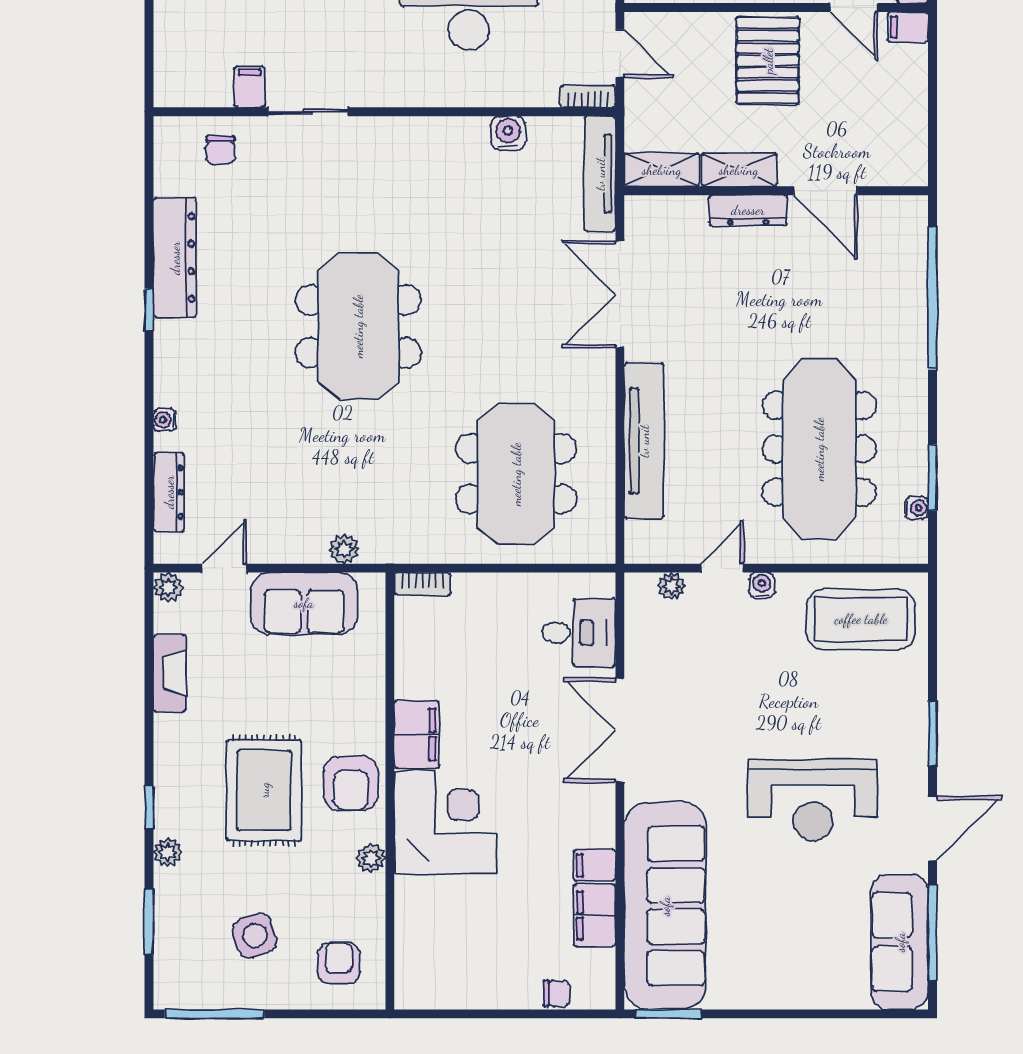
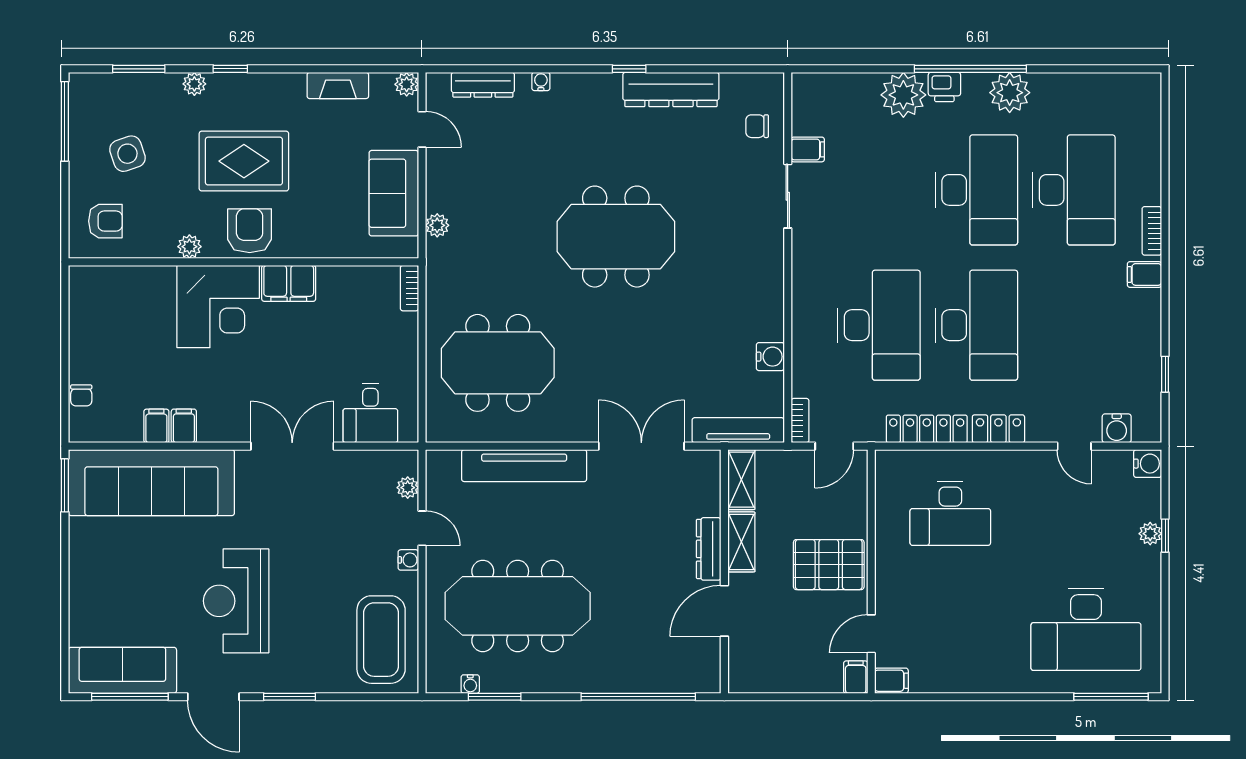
armchair: (351, 783) -> (250, 231), turned 90
filing cabinet: (595, 915) -> (156, 426), width x0.50

